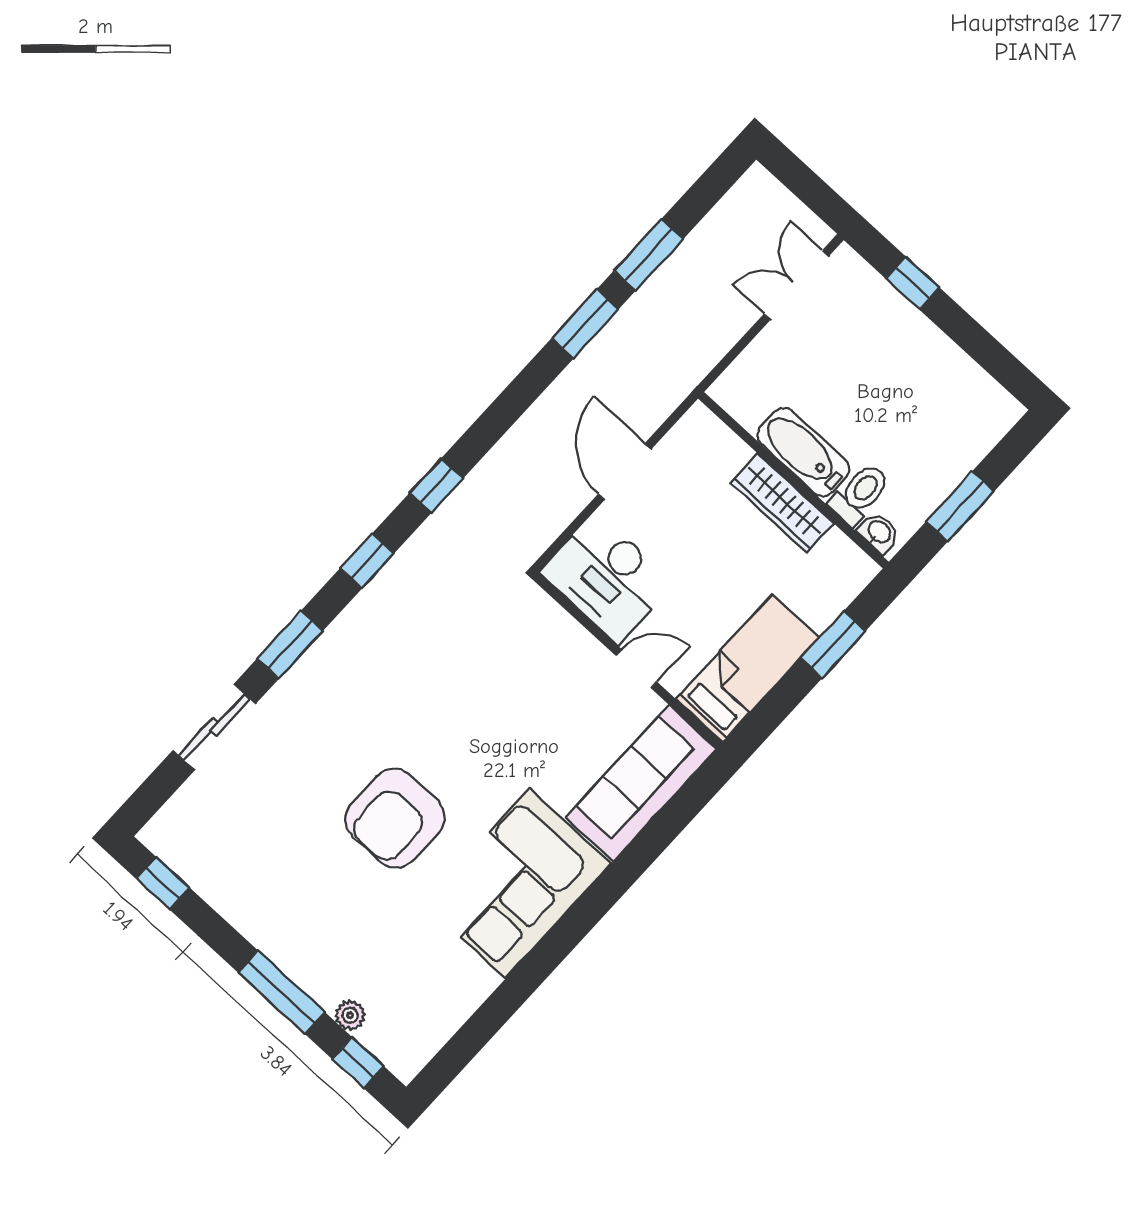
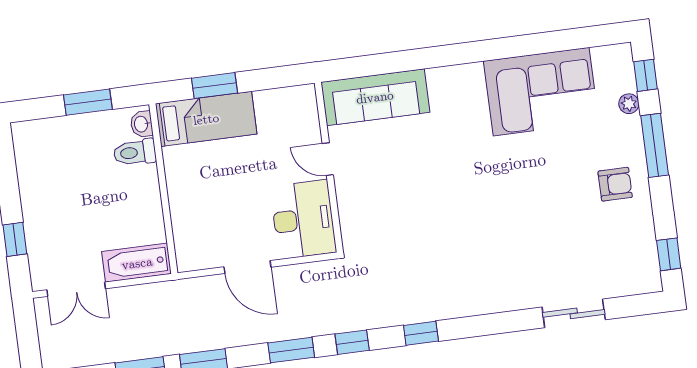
bathtub: (803, 452) -> (137, 263), moved, turned 90
door: (625, 472) -> (247, 267), hinge flipped
wardrobe: (782, 503) -> (179, 182), removed
window: (290, 645) -> (291, 350), moved
bed: (747, 668) -> (206, 119), moved, turned 180
armchair: (395, 818) -> (615, 184), moved, width x0.53, depth x0.53
corner sofa: (518, 883) -> (541, 92), moved

